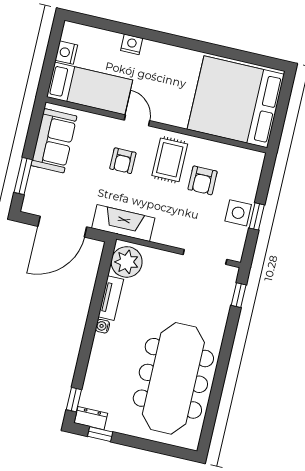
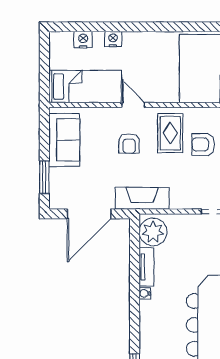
nightstand: (66, 53) -> (83, 40), moved, turned 90
armchair: (203, 180) -> (203, 144), turned 90

